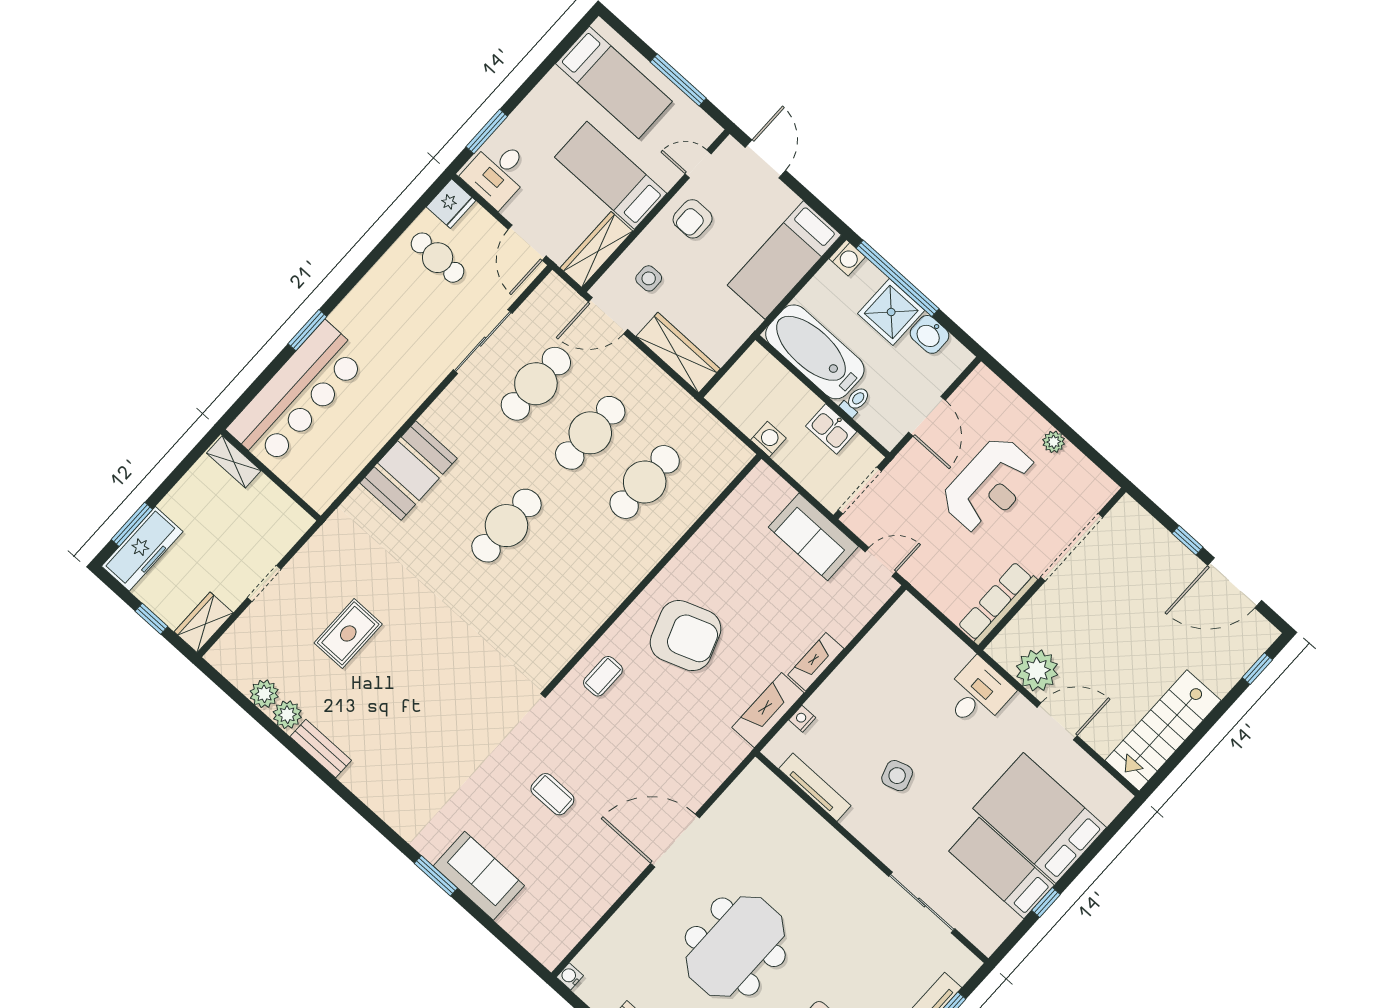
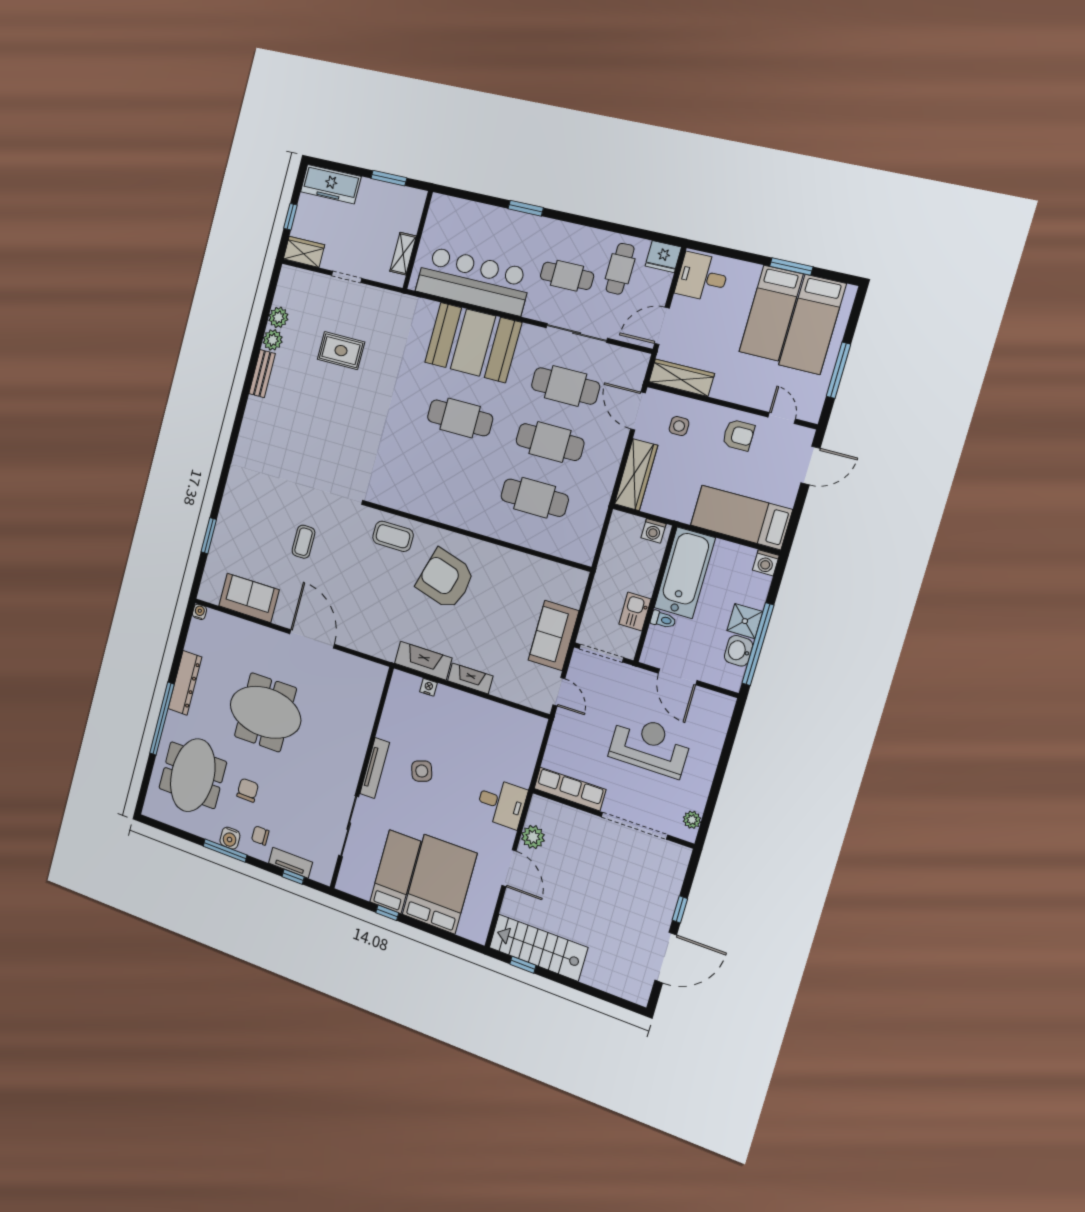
window: (487, 132) -> (791, 266), moved
bed: (611, 175) -> (771, 313), moved, turned 180
armchair: (693, 219) -> (738, 435), turned 180
window: (898, 278) -> (758, 644), moved
shower: (891, 312) -> (745, 621), width x0.73, depth x0.73
cafe table: (412, 321) -> (567, 276), added
bar counter: (297, 394) -> (473, 281), moved, turned 180
door: (927, 416) -> (678, 677), hinge flipped
washing machine: (768, 439) -> (653, 531), moved, turned 90
plant: (1054, 442) -> (692, 820), moved
shelving: (234, 462) -> (403, 254), moved
booth: (408, 471) -> (473, 343), width x1.36, depth x1.42
reception desk: (989, 485) -> (650, 746), turned 180
window: (132, 524) -> (389, 178), moved
door: (1235, 583) -> (666, 958), swing flipped
armchair: (686, 636) -> (445, 579), turned 126
window: (1257, 669) -> (523, 965), moved
plant: (1037, 670) -> (533, 837), width x0.73, depth x0.73
coffee table: (603, 676) -> (393, 536), width x1.36, depth x1.30
tv unit: (815, 787) -> (375, 768), moved
window: (436, 876) -> (209, 536), moved
sofa: (479, 876) -> (249, 598), moved, turned -90

